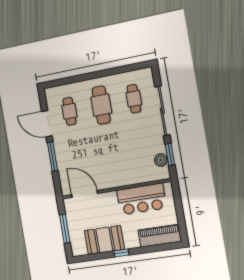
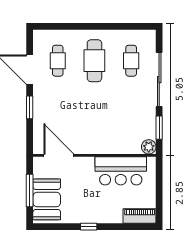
window: (52, 156) -> (30, 107), width x0.69
plant: (161, 160) -> (149, 147), moved
piano: (160, 236) -> (140, 216), width x0.73, depth x0.75
booth: (104, 240) -> (47, 199), moved, turned 90

